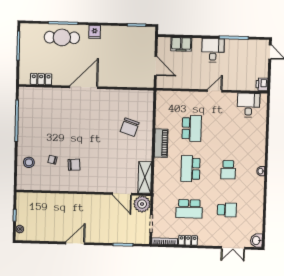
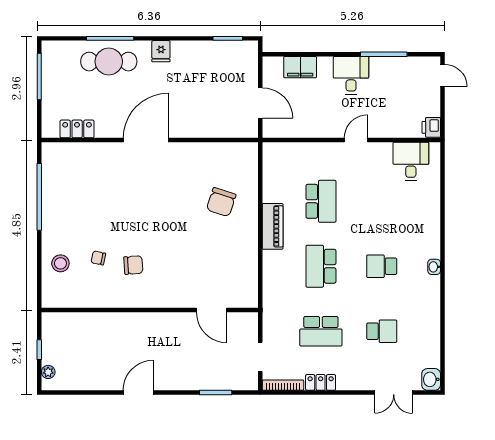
school desk: (228, 170) -> (382, 266), turned 90
shelving: (145, 177) -> (248, 282), removed
plant: (142, 204) -> (245, 326), removed

